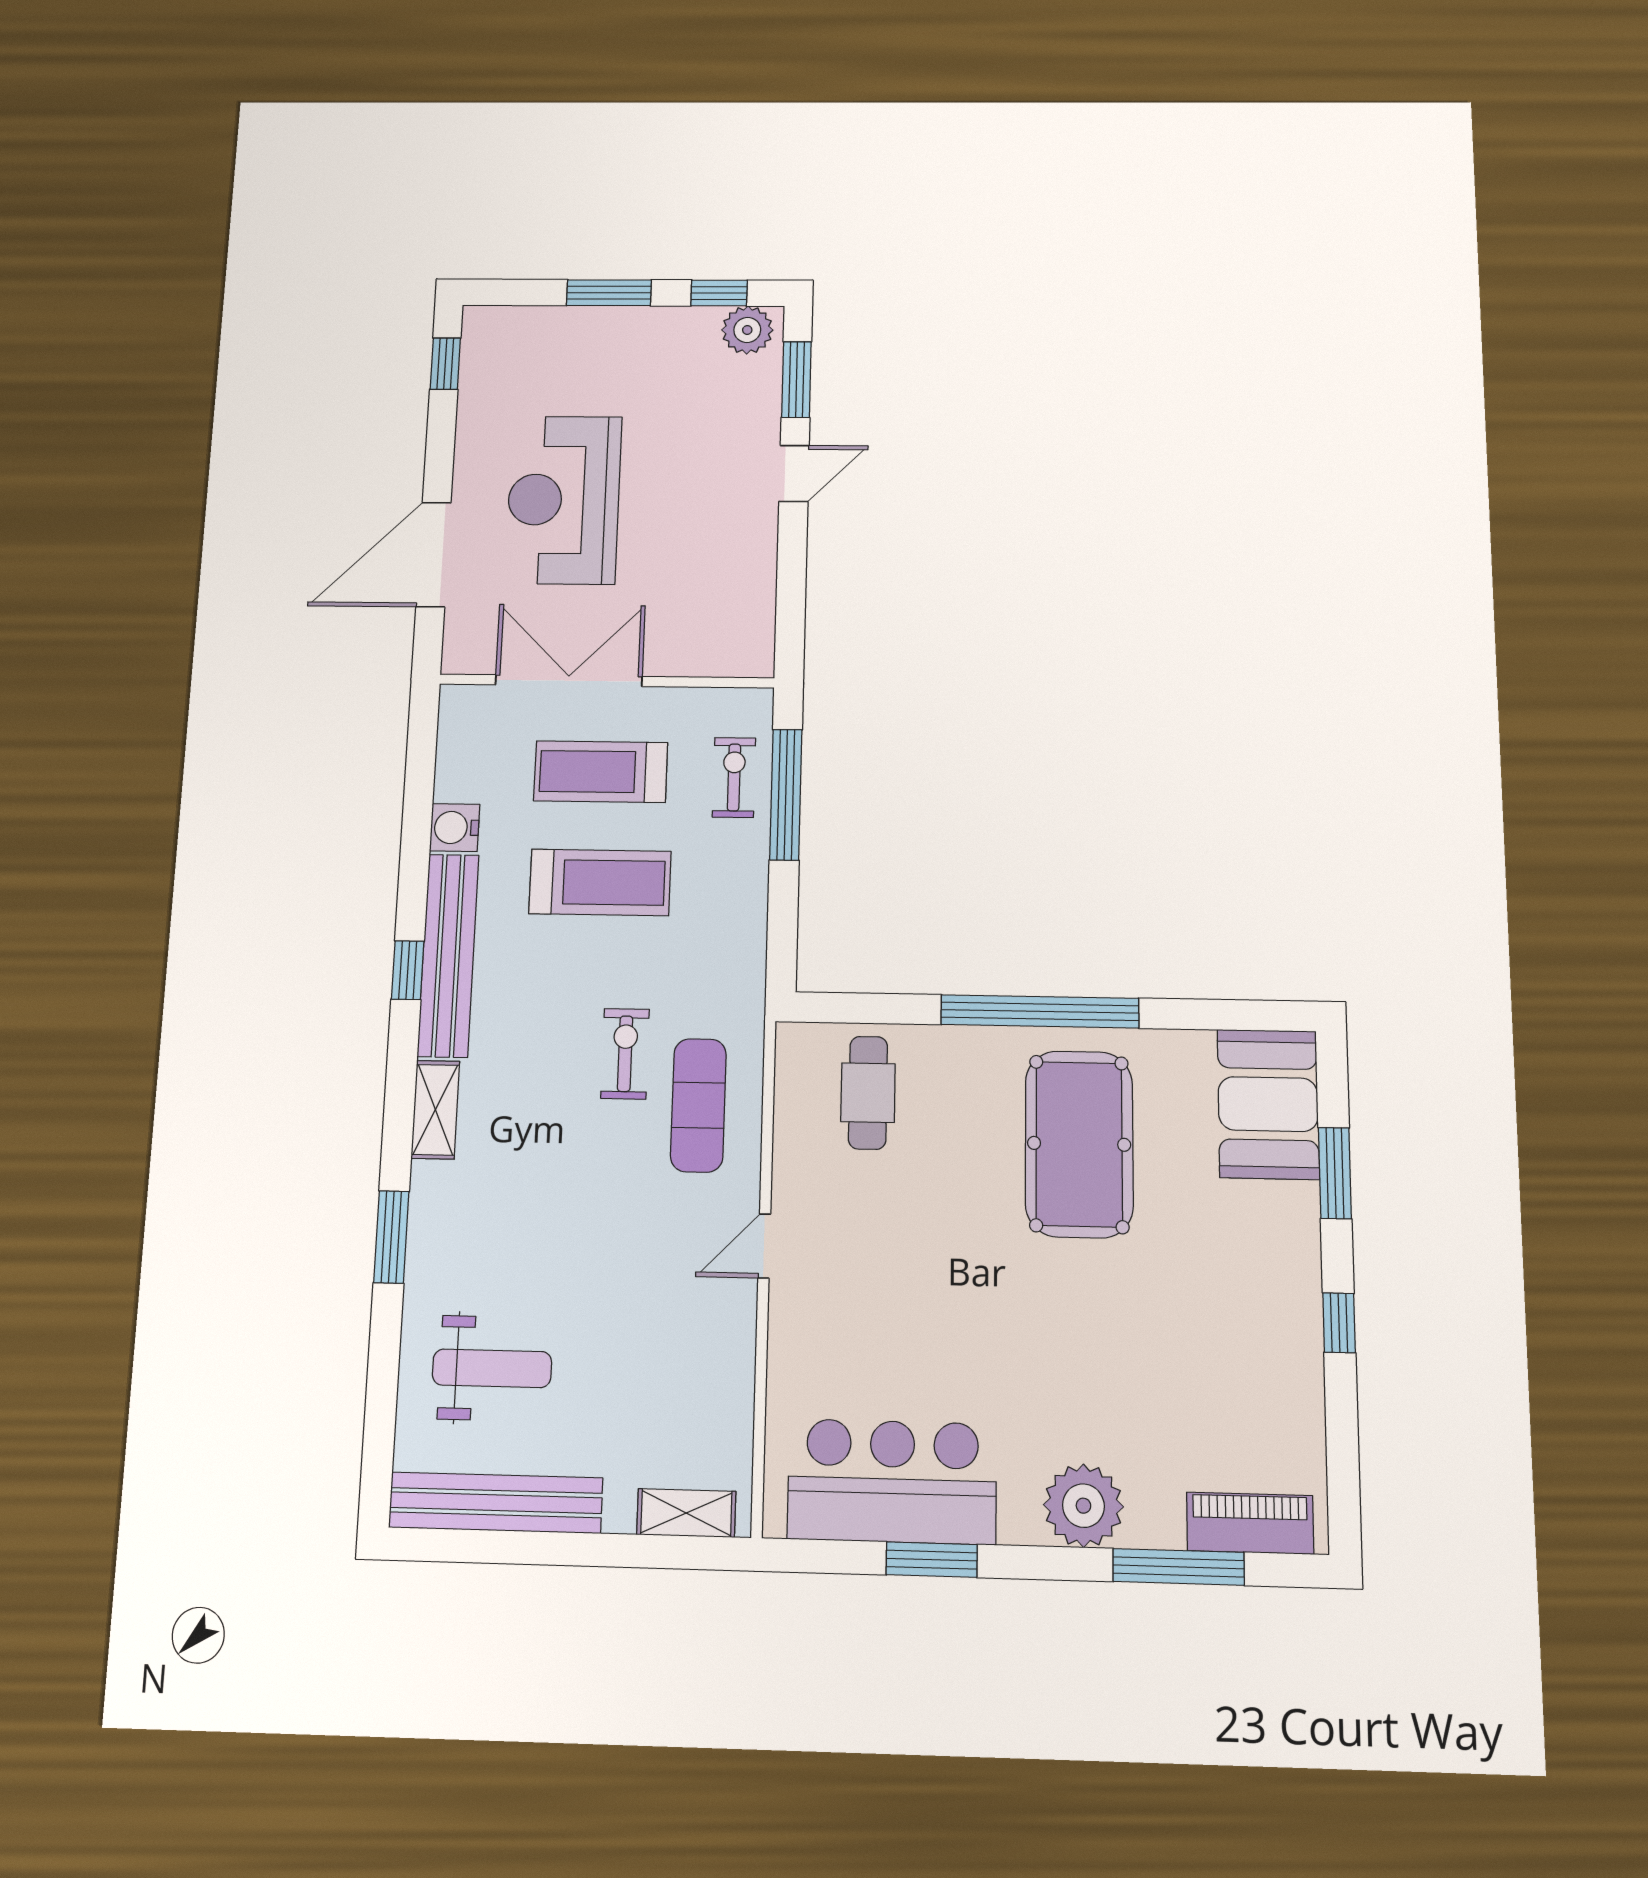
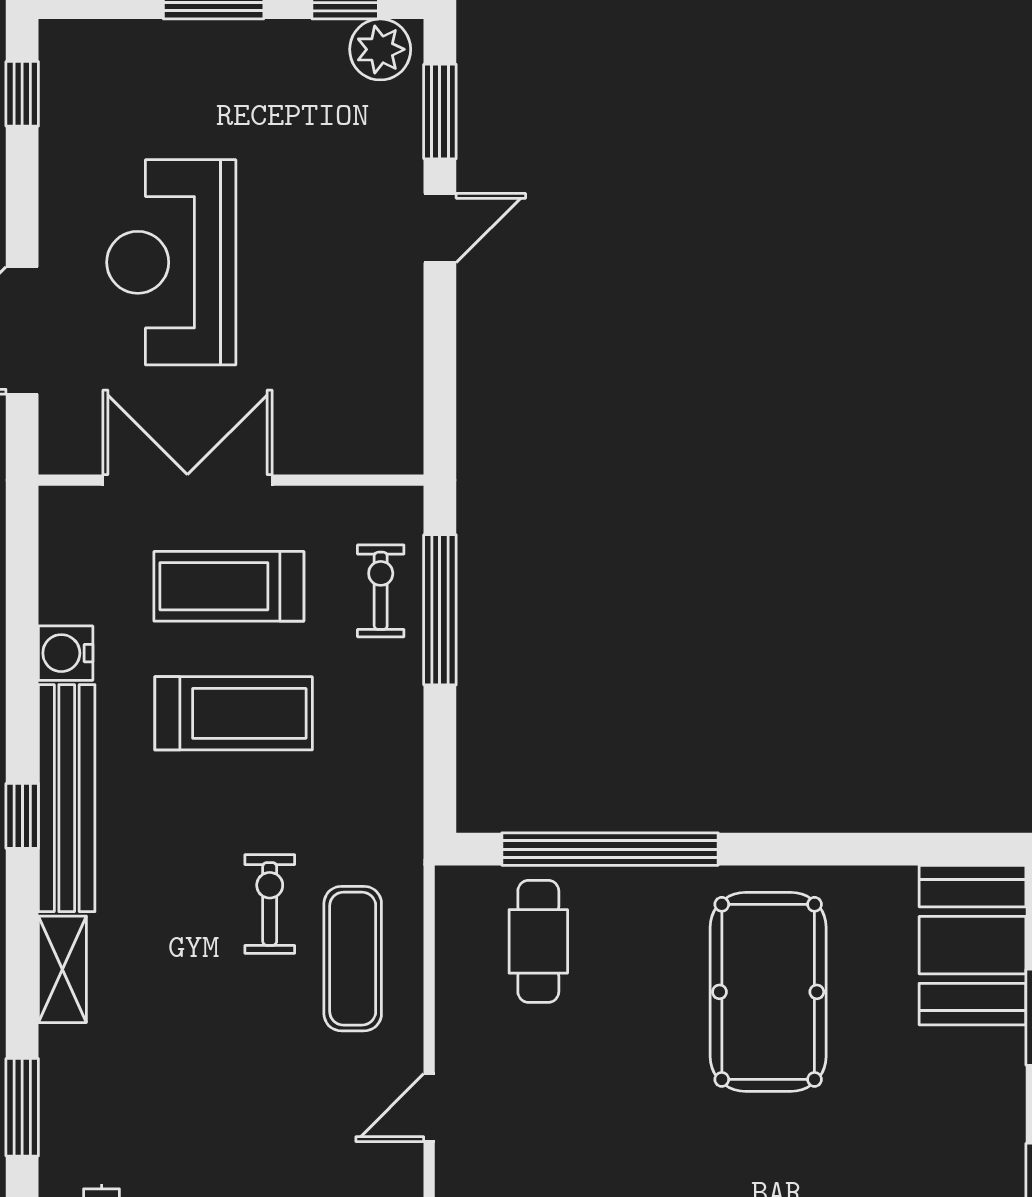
window: (1040, 1011) -> (610, 849), moved

